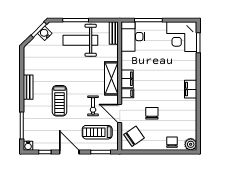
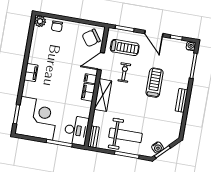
corner desk: (182, 37) -> (37, 118), width x1.36, depth x1.36
door: (120, 113) -> (101, 61), swing flipped
chair: (152, 113) -> (71, 56), removed

